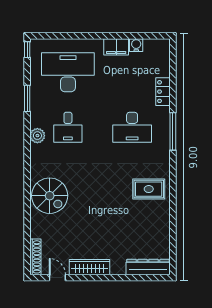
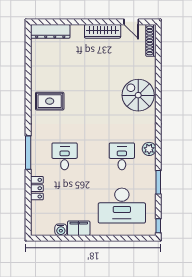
desk: (132, 127) -> (65, 156), width x0.73

